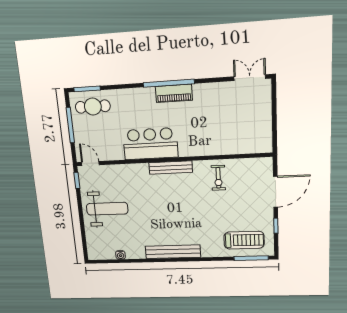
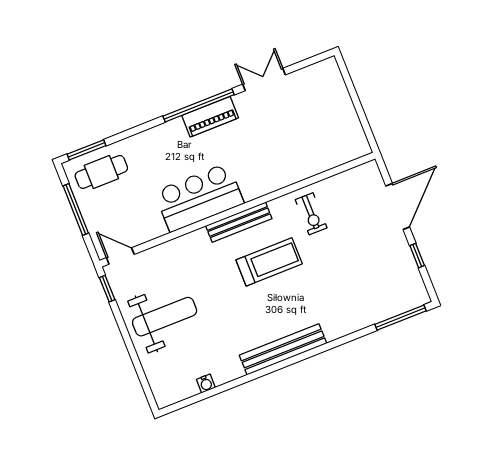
double door: (250, 78) -> (264, 80), moved
treadmill: (244, 240) -> (269, 262), moved

